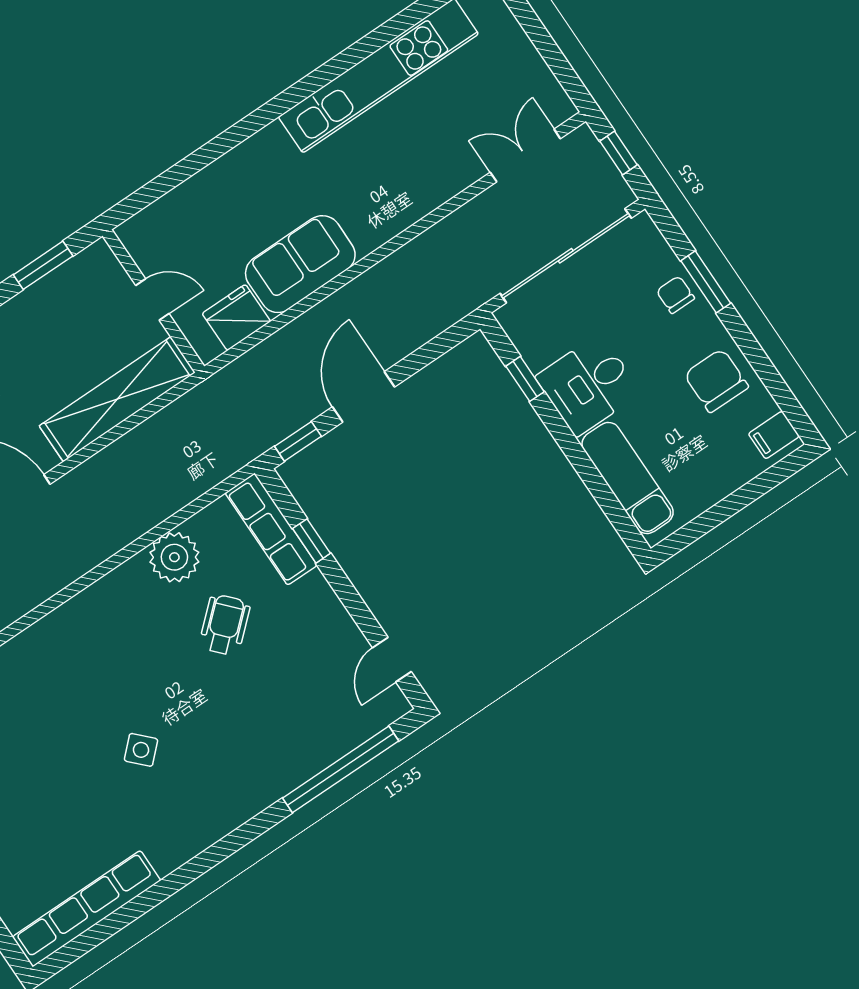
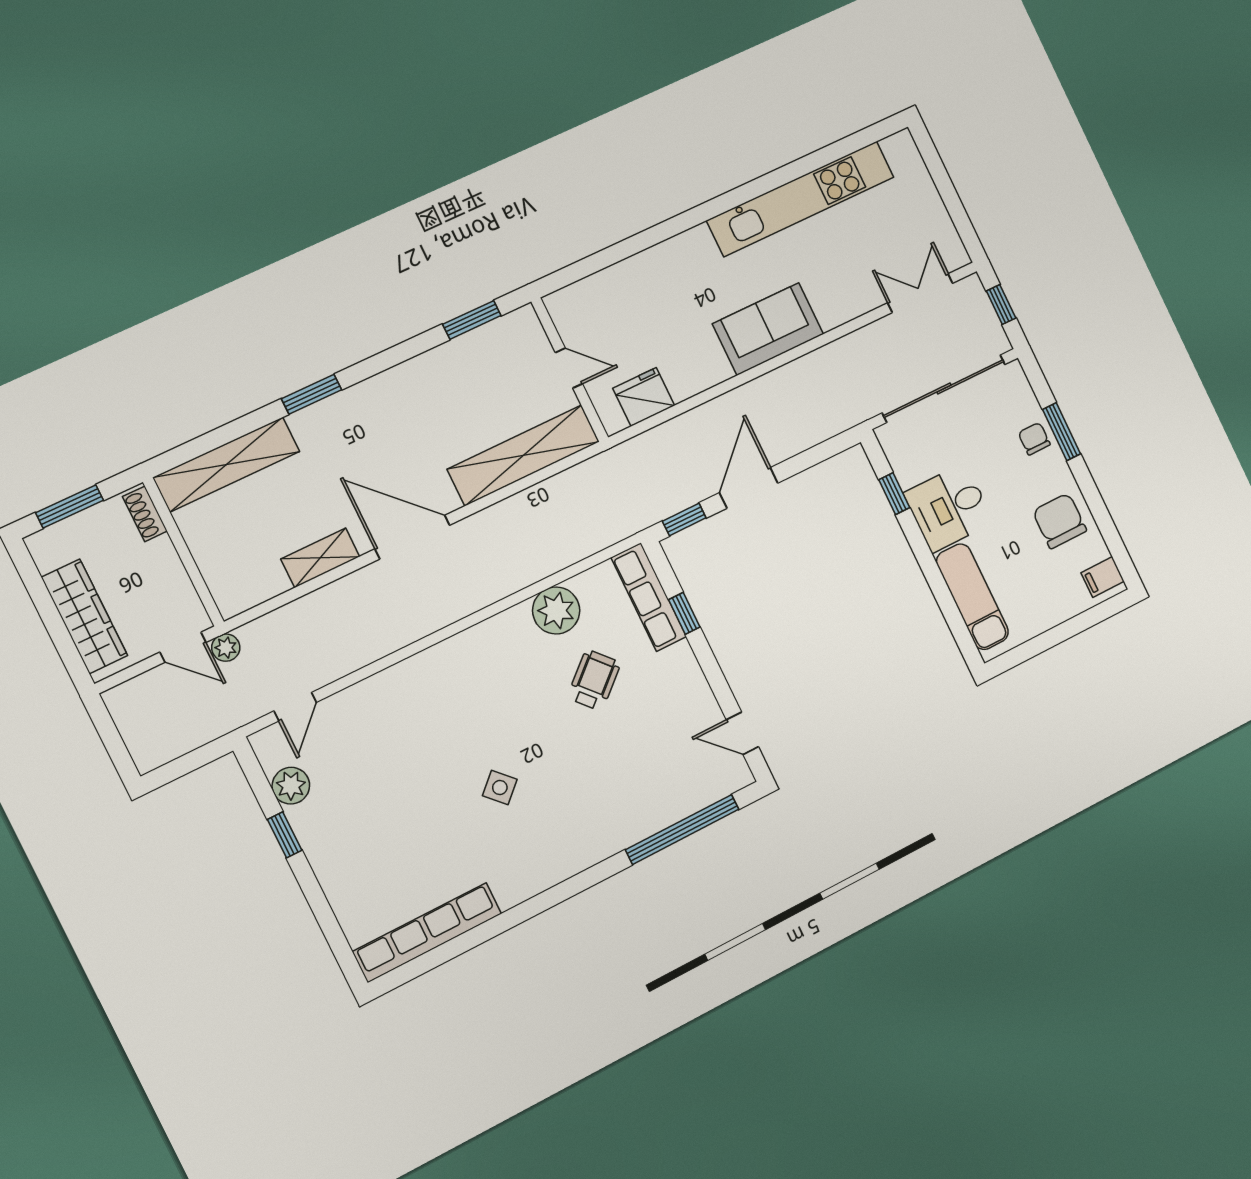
sofa: (300, 264) -> (768, 329), moved
door: (392, 660) -> (742, 733), hinge flipped

